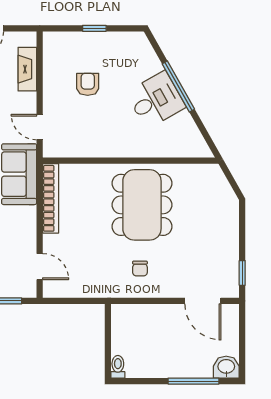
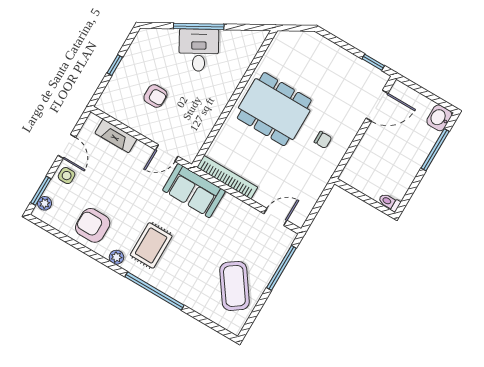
armchair: (88, 84) -> (155, 96), turned 180

